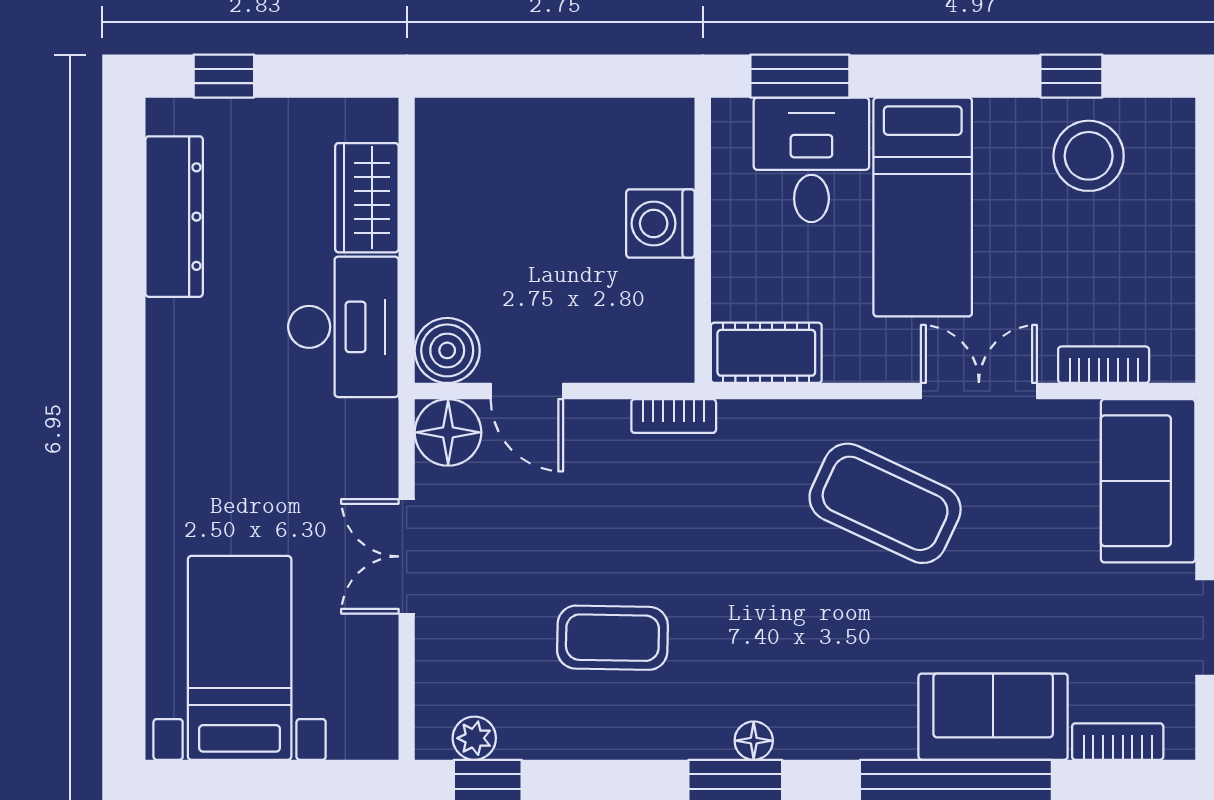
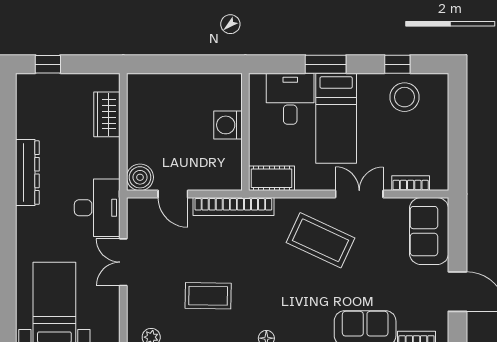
window: (800, 76) -> (326, 64), moved
dresser: (174, 217) -> (27, 173), moved
desk: (343, 327) -> (97, 208), moved
bookcase: (674, 416) -> (233, 207), width x2.31, depth x1.31
floor lamp: (448, 432) -> (140, 211), removed

